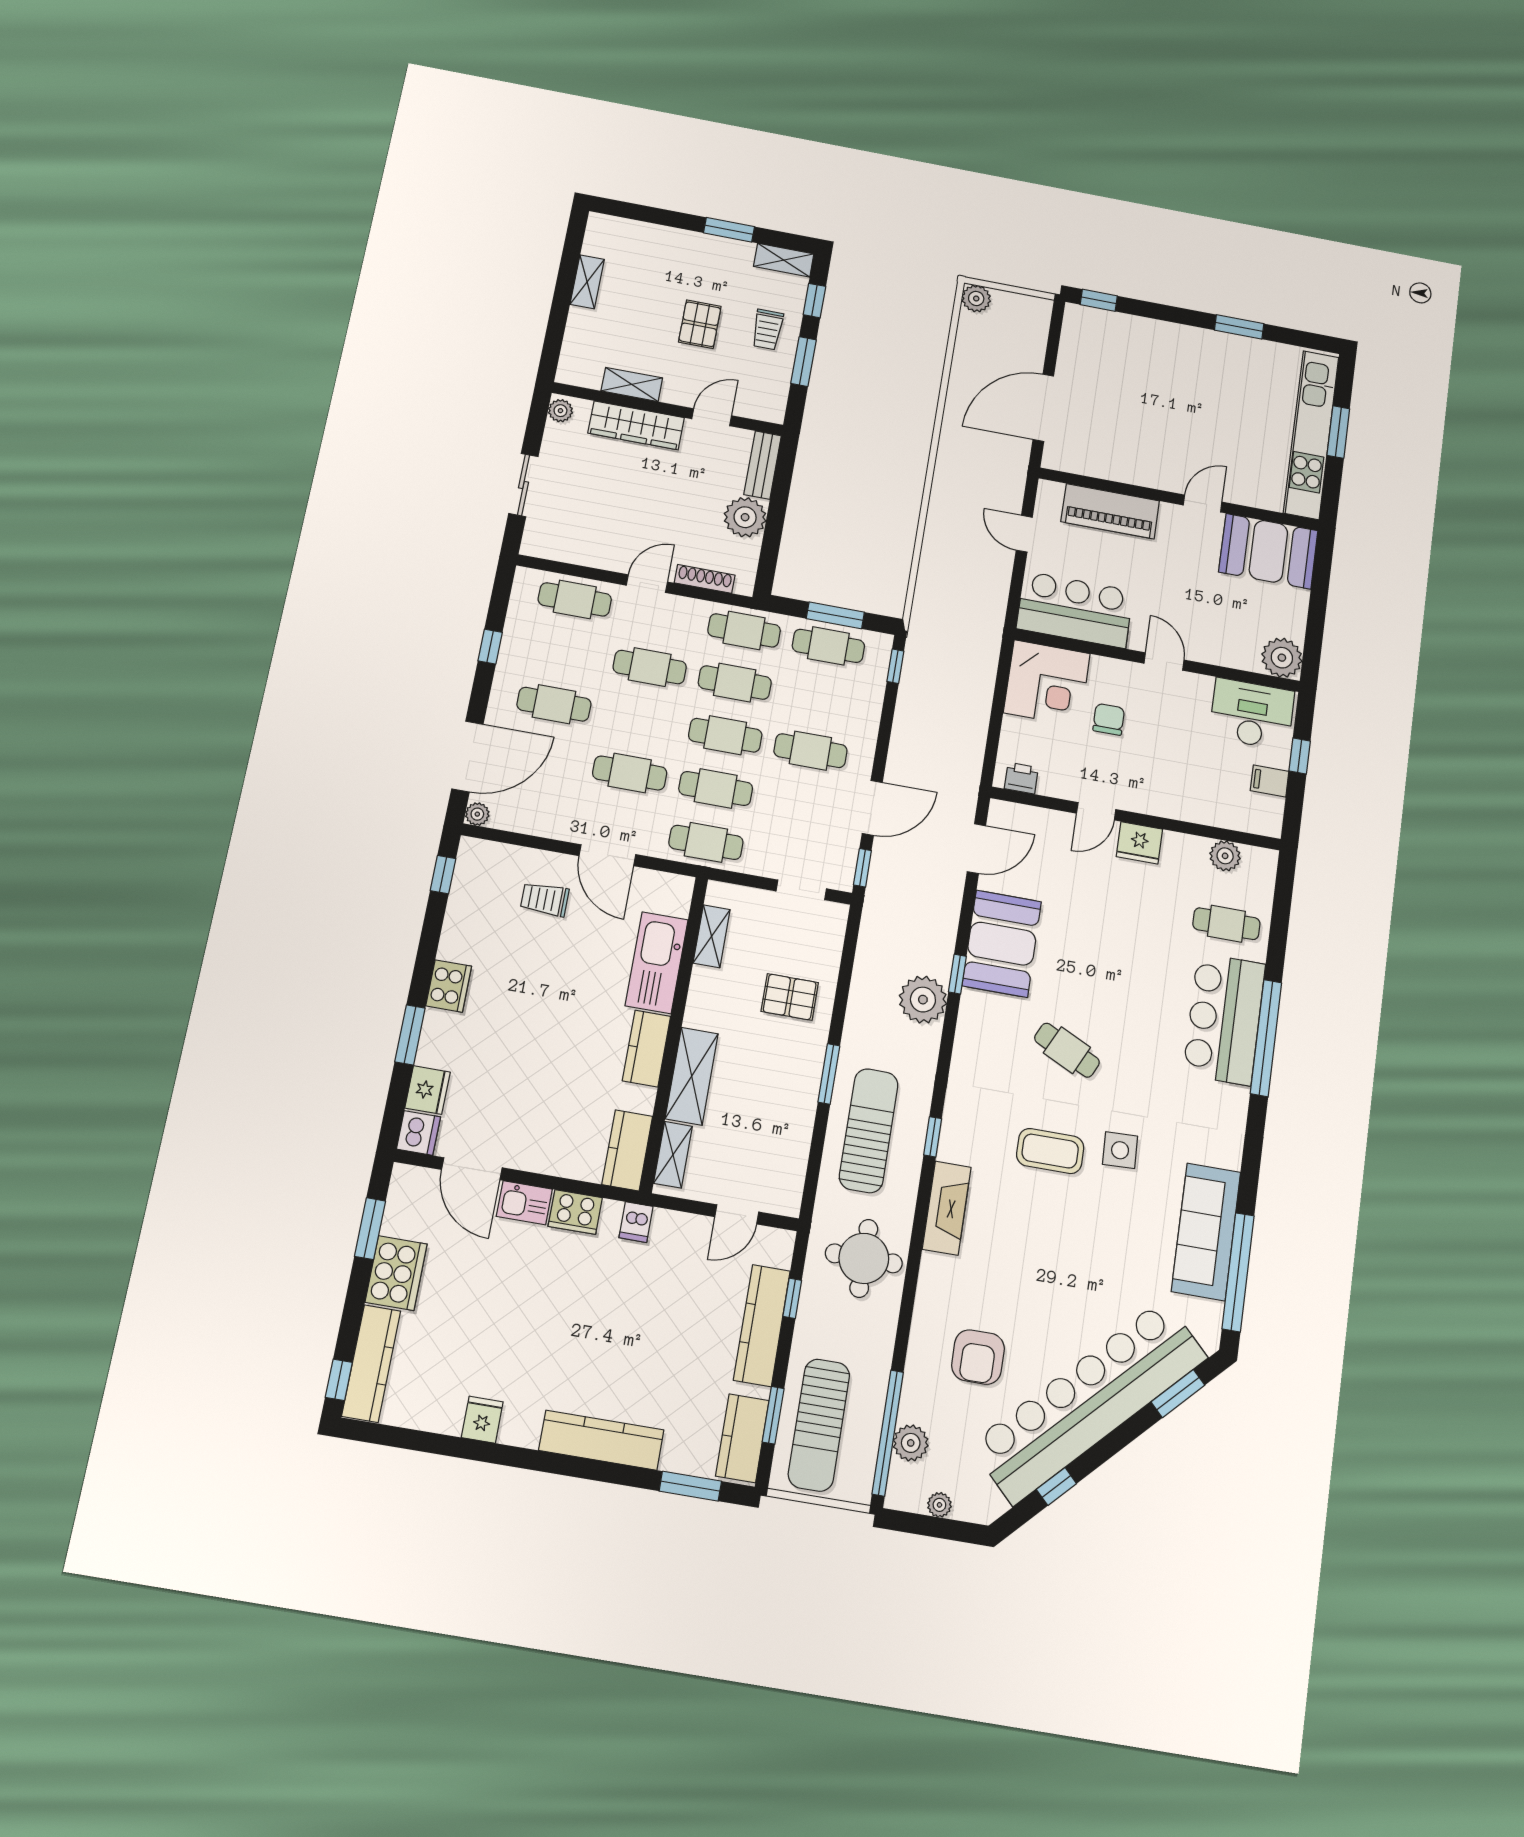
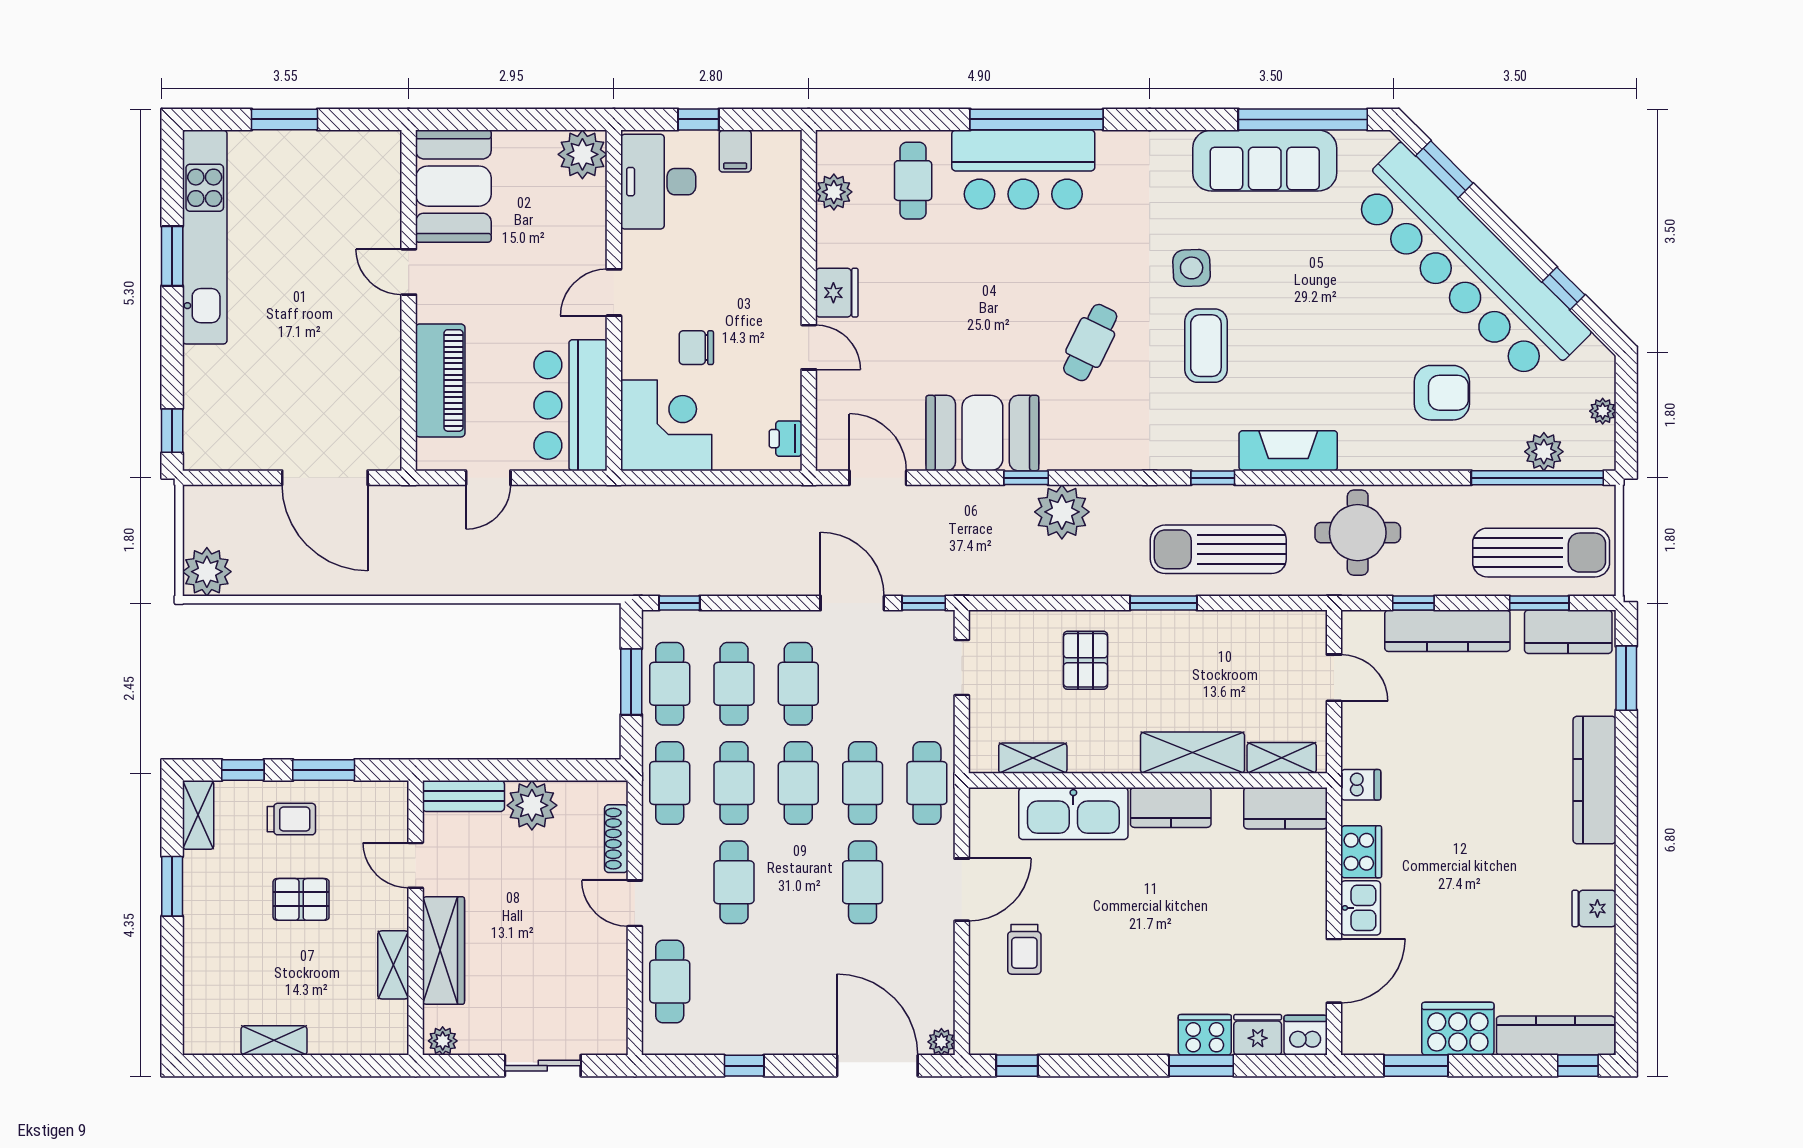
plant: (976, 298) -> (207, 572), width x1.36, depth x1.36
kitchen unit: (1311, 435) -> (205, 237), moved, turned -90
cafe table: (554, 704) -> (734, 684), moved
cooker: (449, 986) -> (1205, 1035), moved

